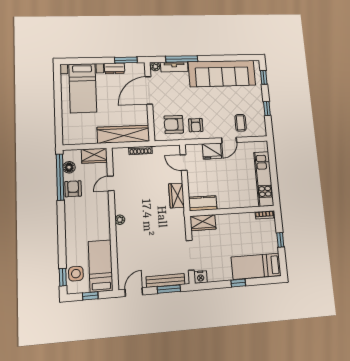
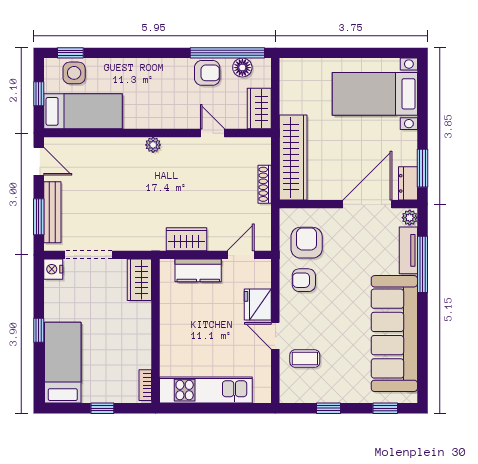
dresser: (114, 68) -> (408, 183), moved
door: (149, 90) -> (367, 204), hinge flipped
kitchen counter: (203, 203) -> (198, 270), moved, turned 90

